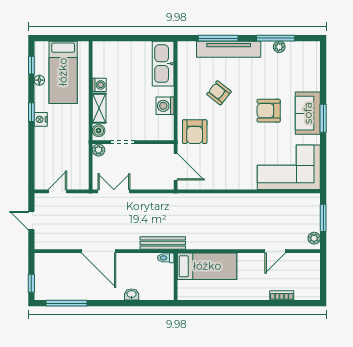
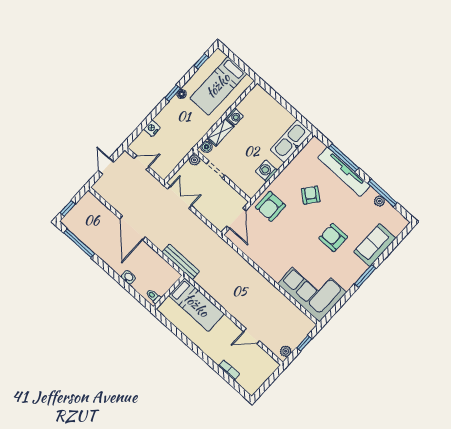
floor lamp: (39, 80) -> (182, 94), moved
sofa: (308, 113) -> (375, 245), moved
nightstand: (41, 119) -> (152, 128), moved
window: (323, 218) -> (304, 343), width x0.67
toilet: (166, 258) -> (153, 296), moved

